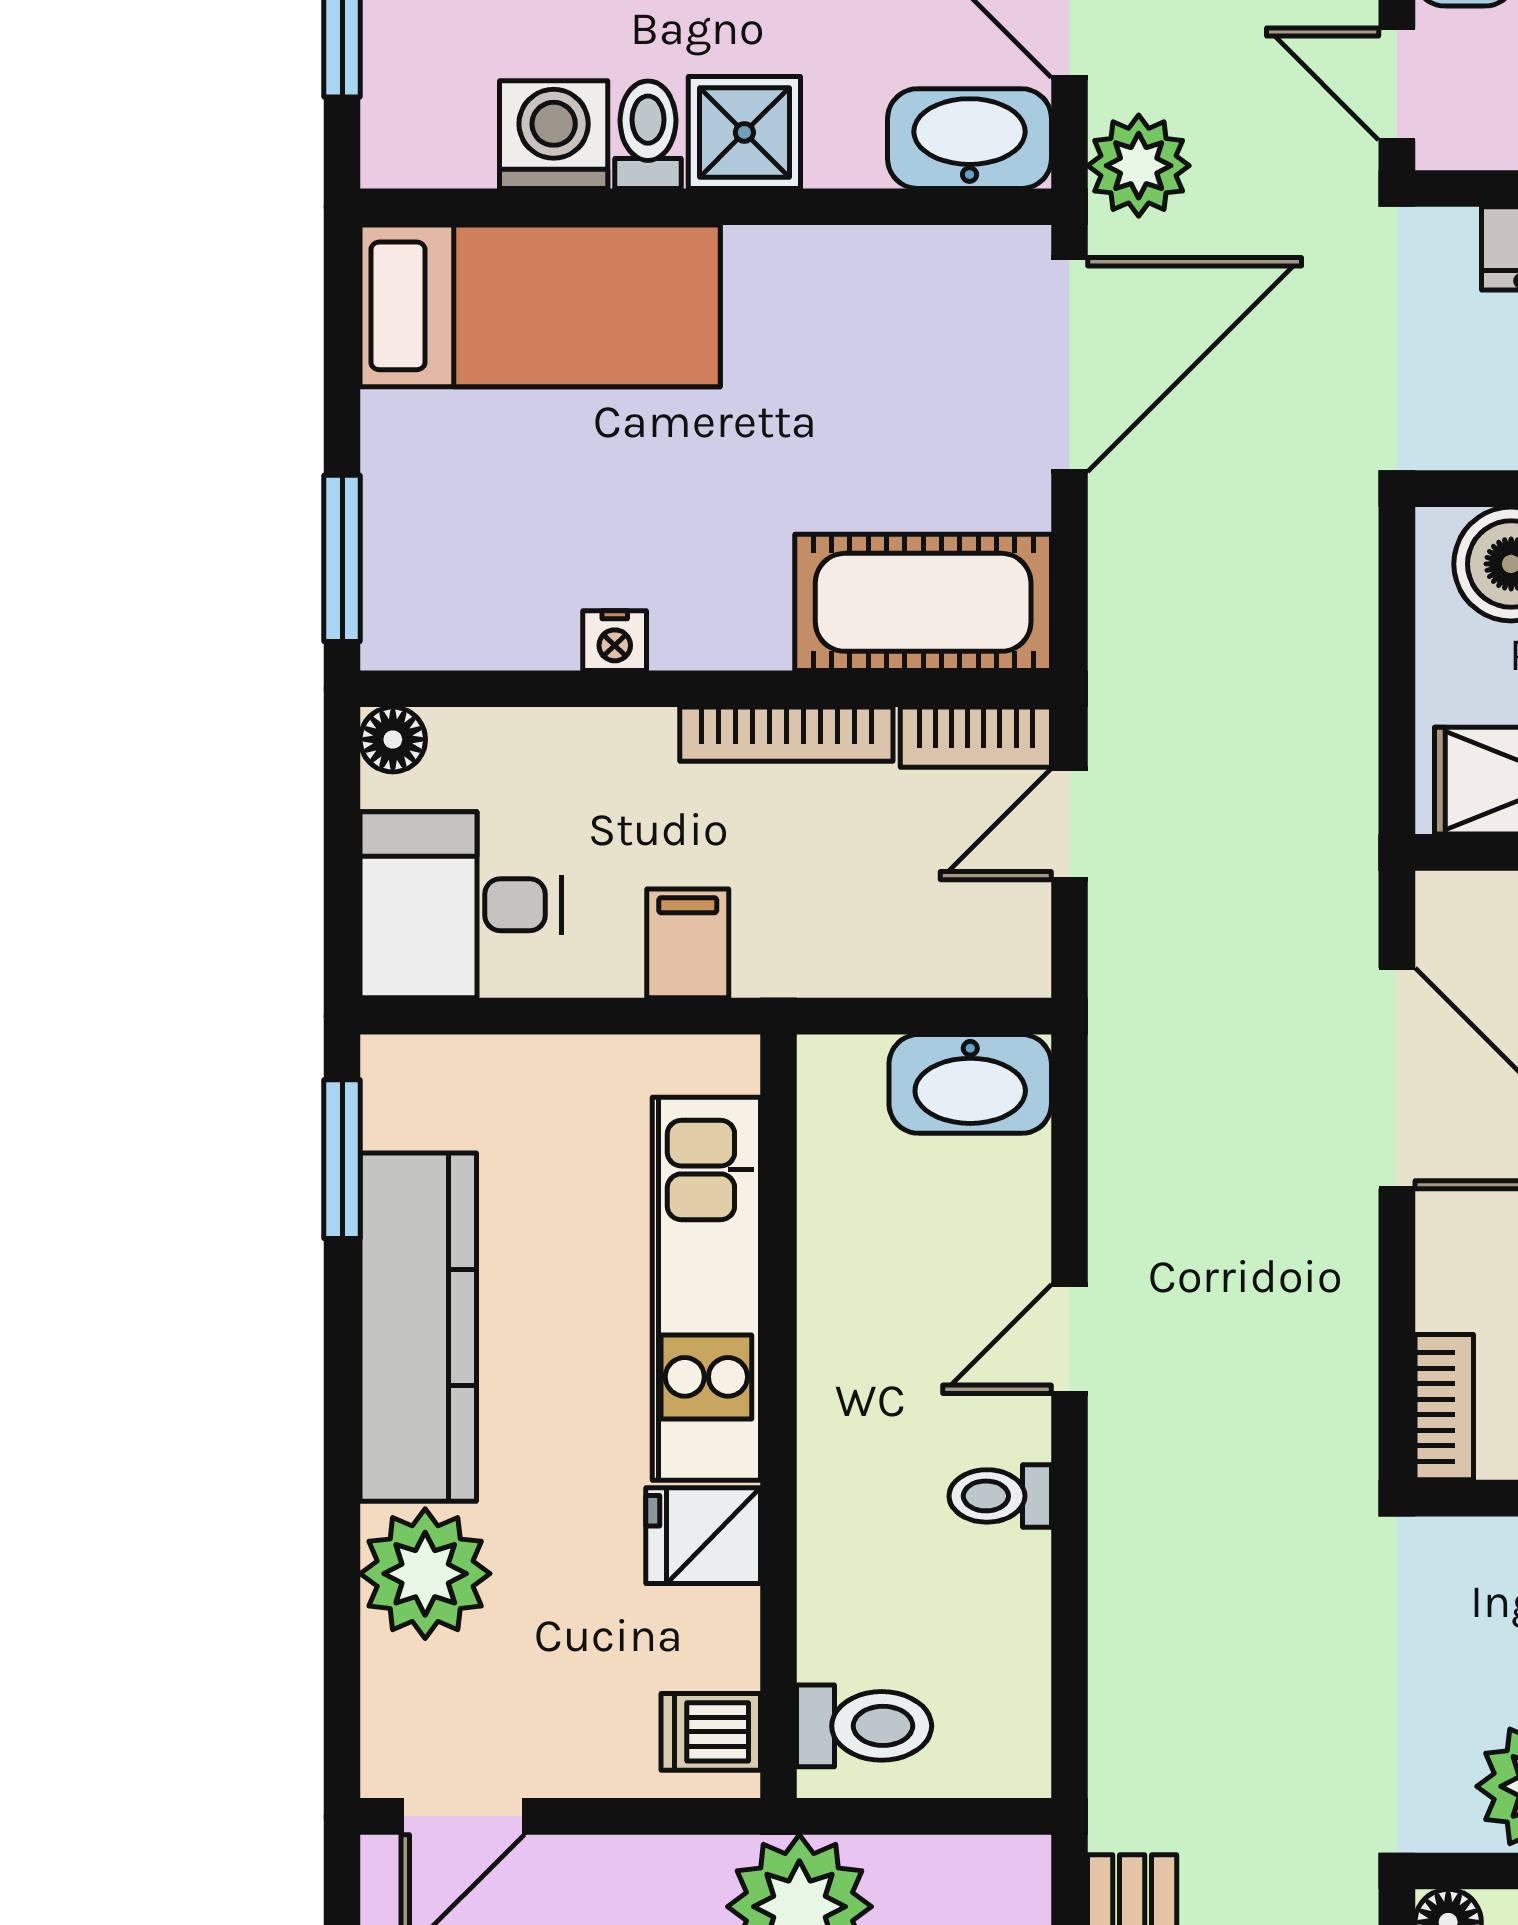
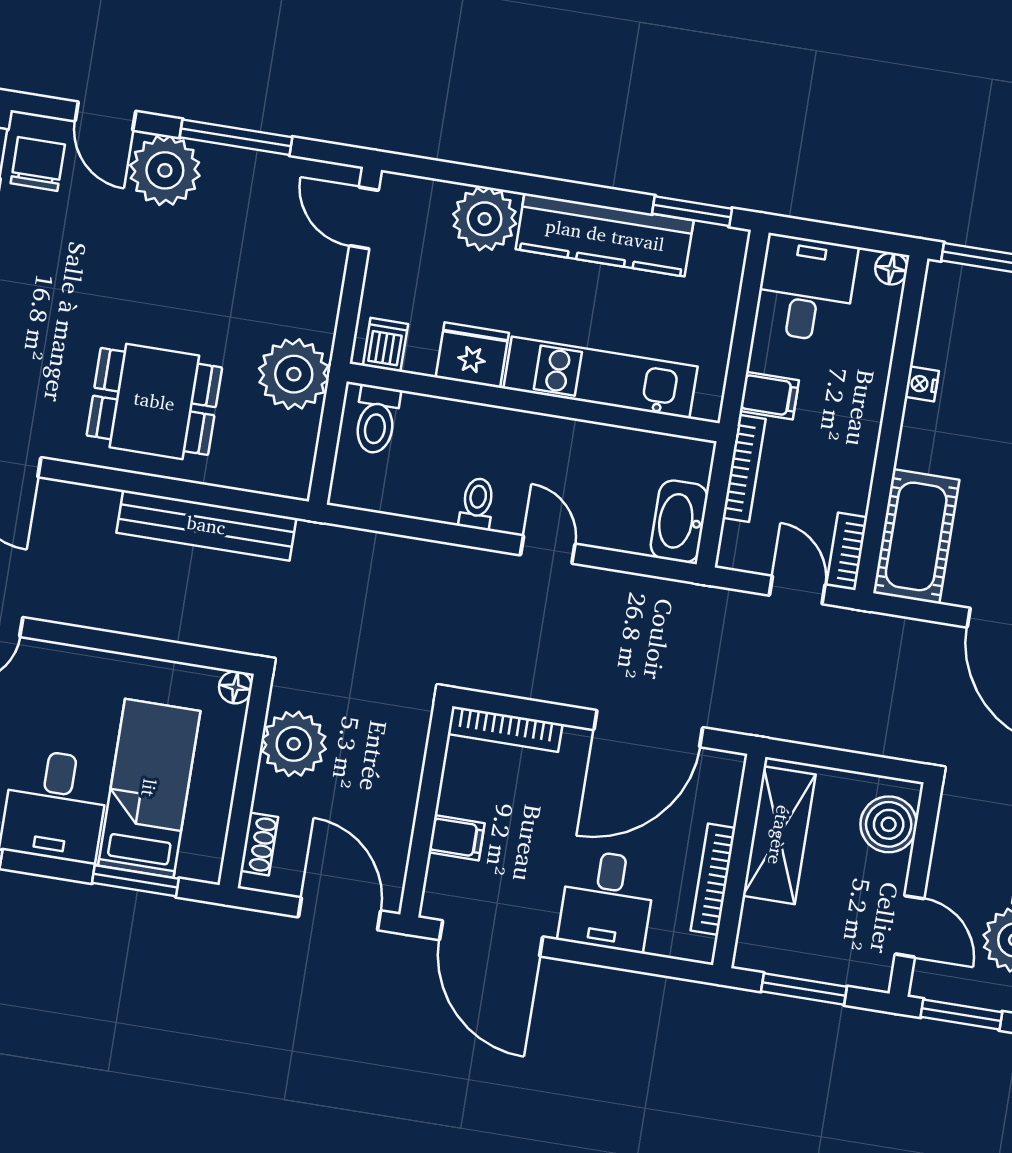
bookcase: (786, 734) -> (744, 468), moved, turned 180
bookcase: (1444, 1407) -> (505, 729), width x1.56
fridge: (703, 1536) -> (472, 355), width x1.38

